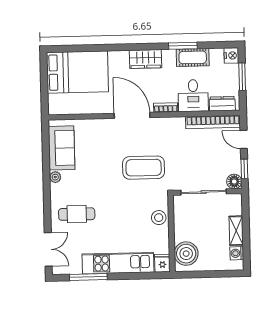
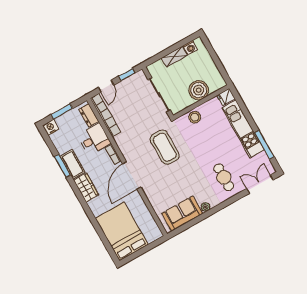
cot: (193, 57) -> (73, 164), moved
floor lamp: (234, 182) -> (140, 77), removed
boiler: (186, 254) -> (199, 90), moved

